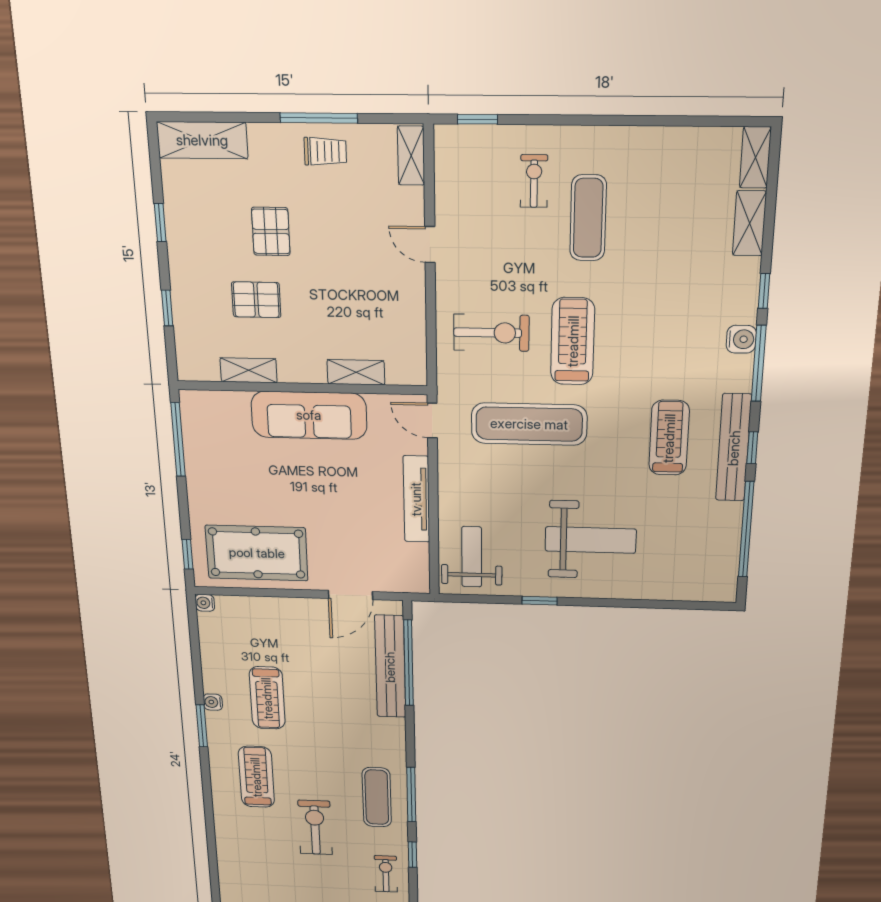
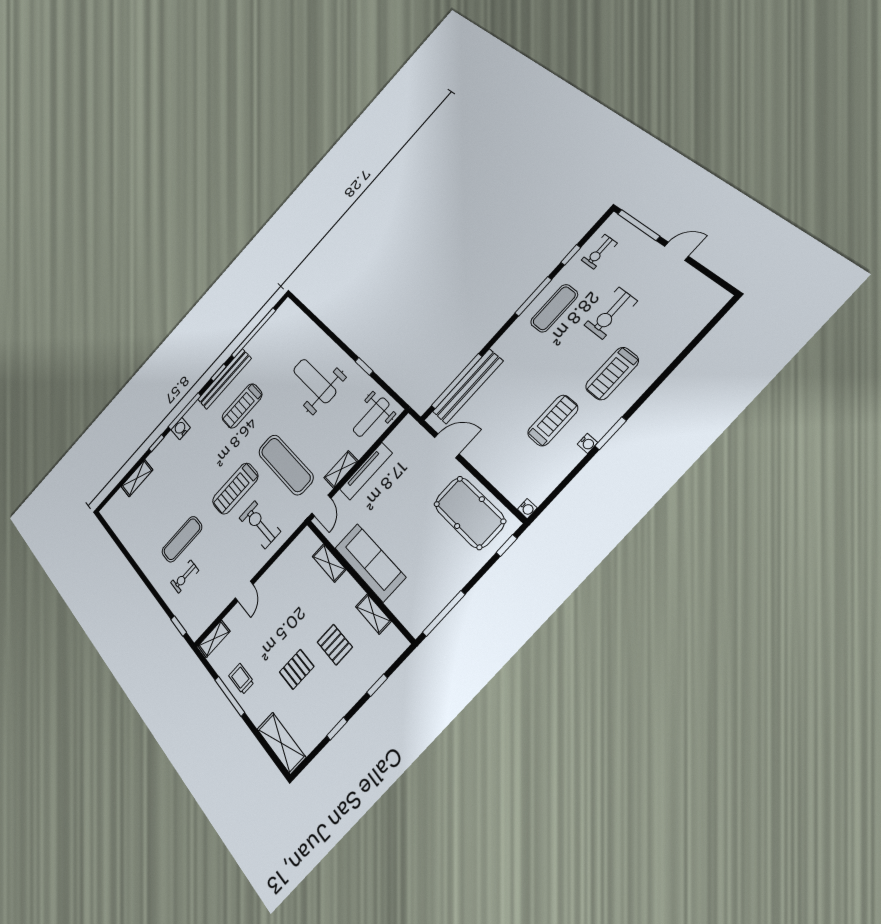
shelving: (755, 157) -> (341, 469), moved

